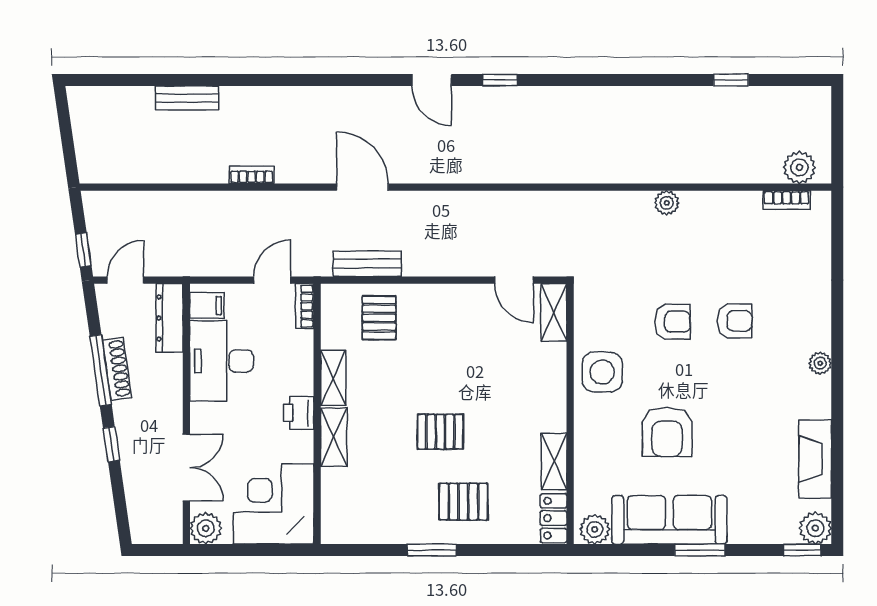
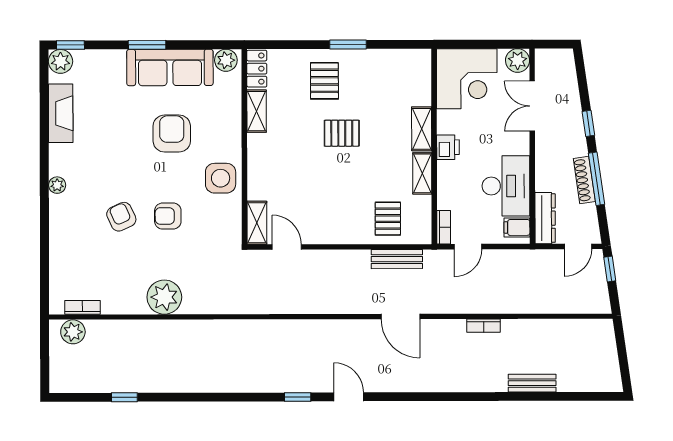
plant: (667, 203) -> (164, 297), width x1.88, depth x1.88
armchair: (735, 321) -> (121, 217), turned 65
pallet: (463, 502) -> (324, 81), turned 90

